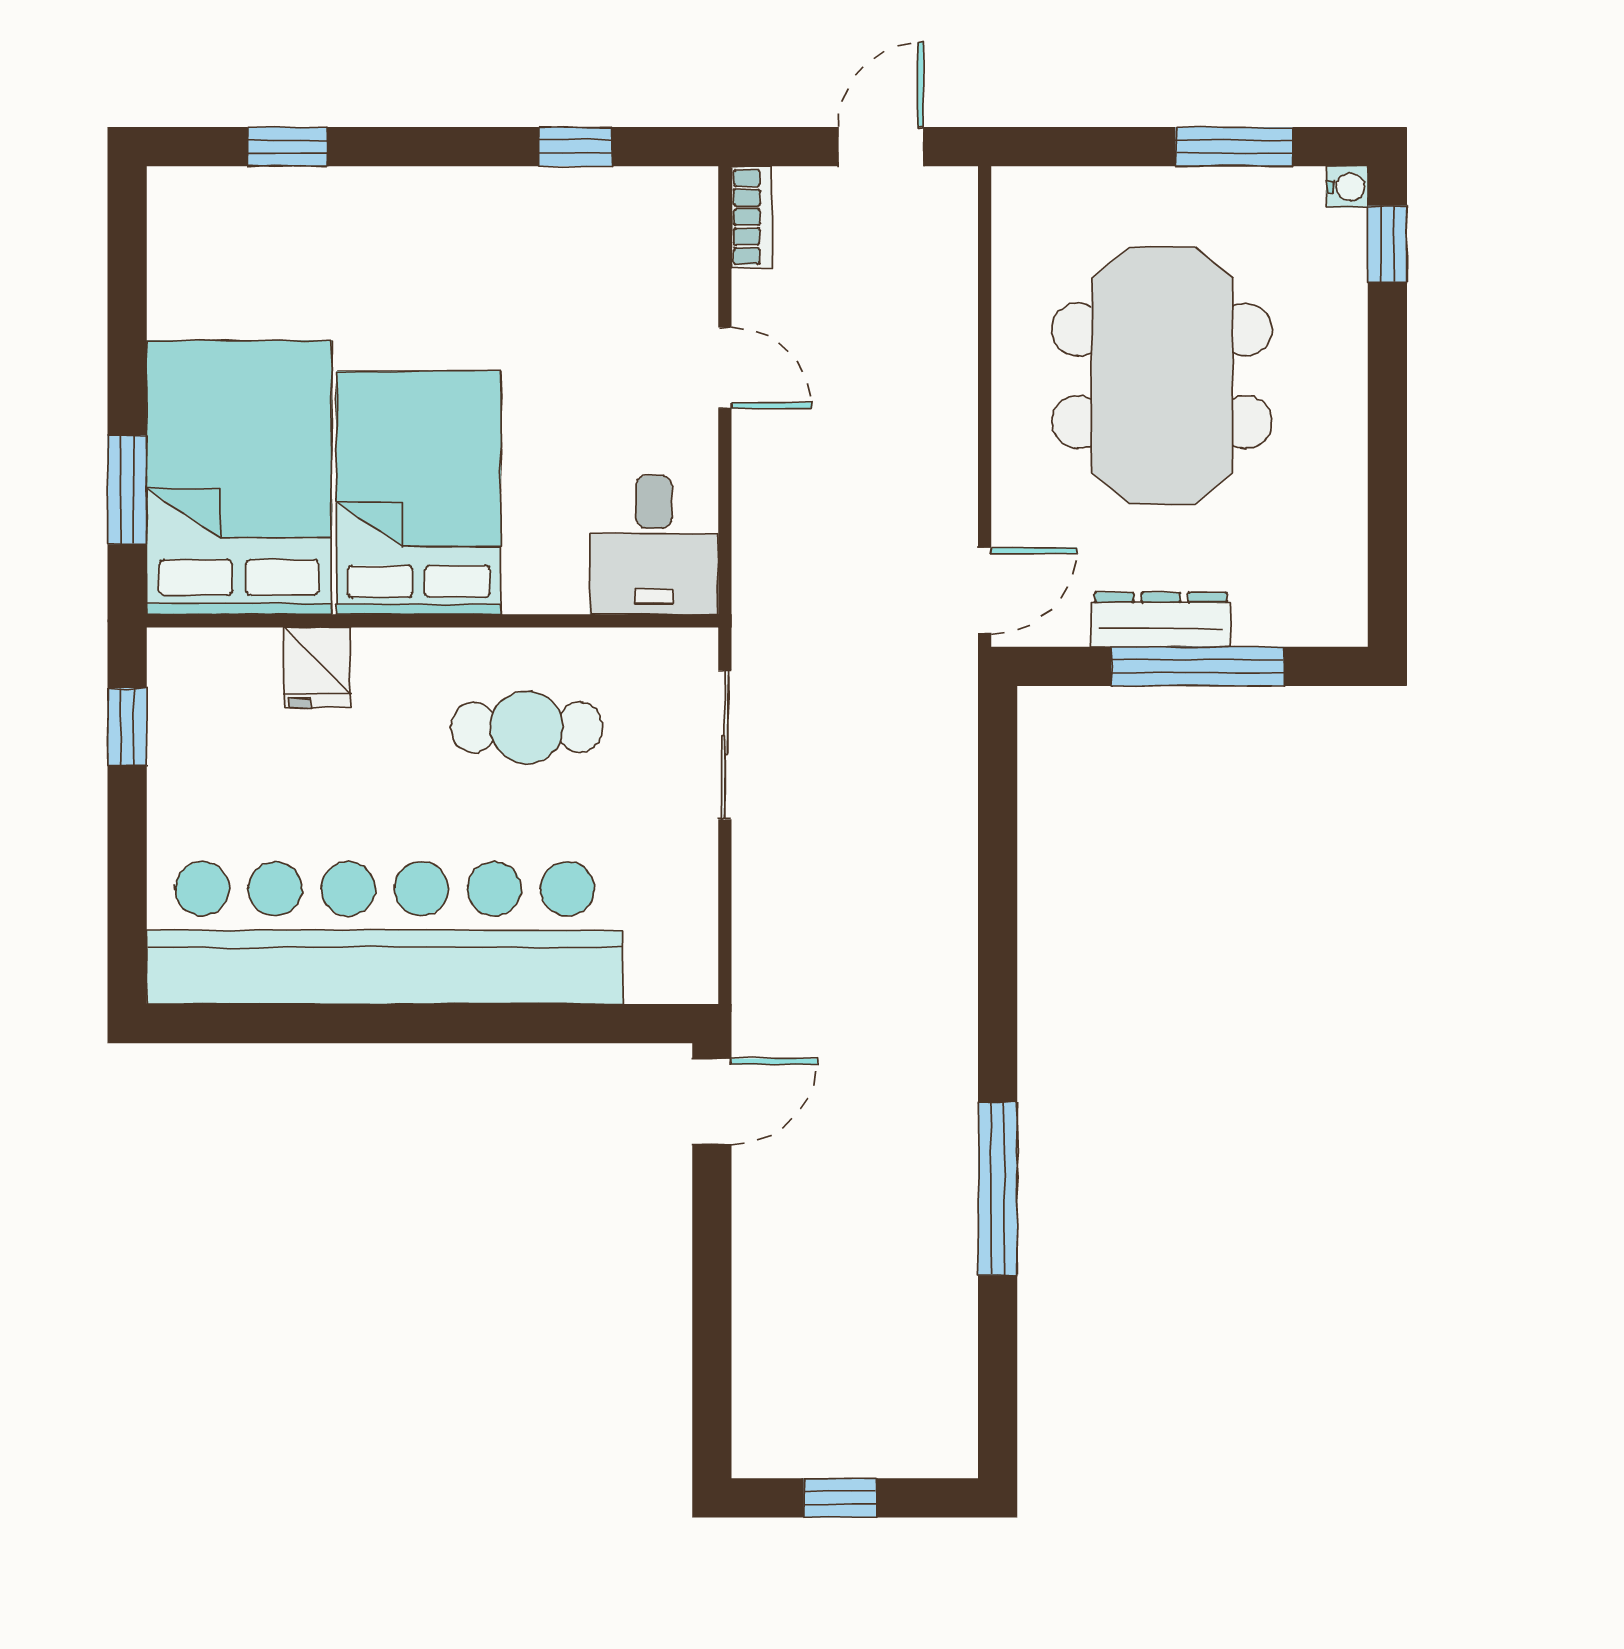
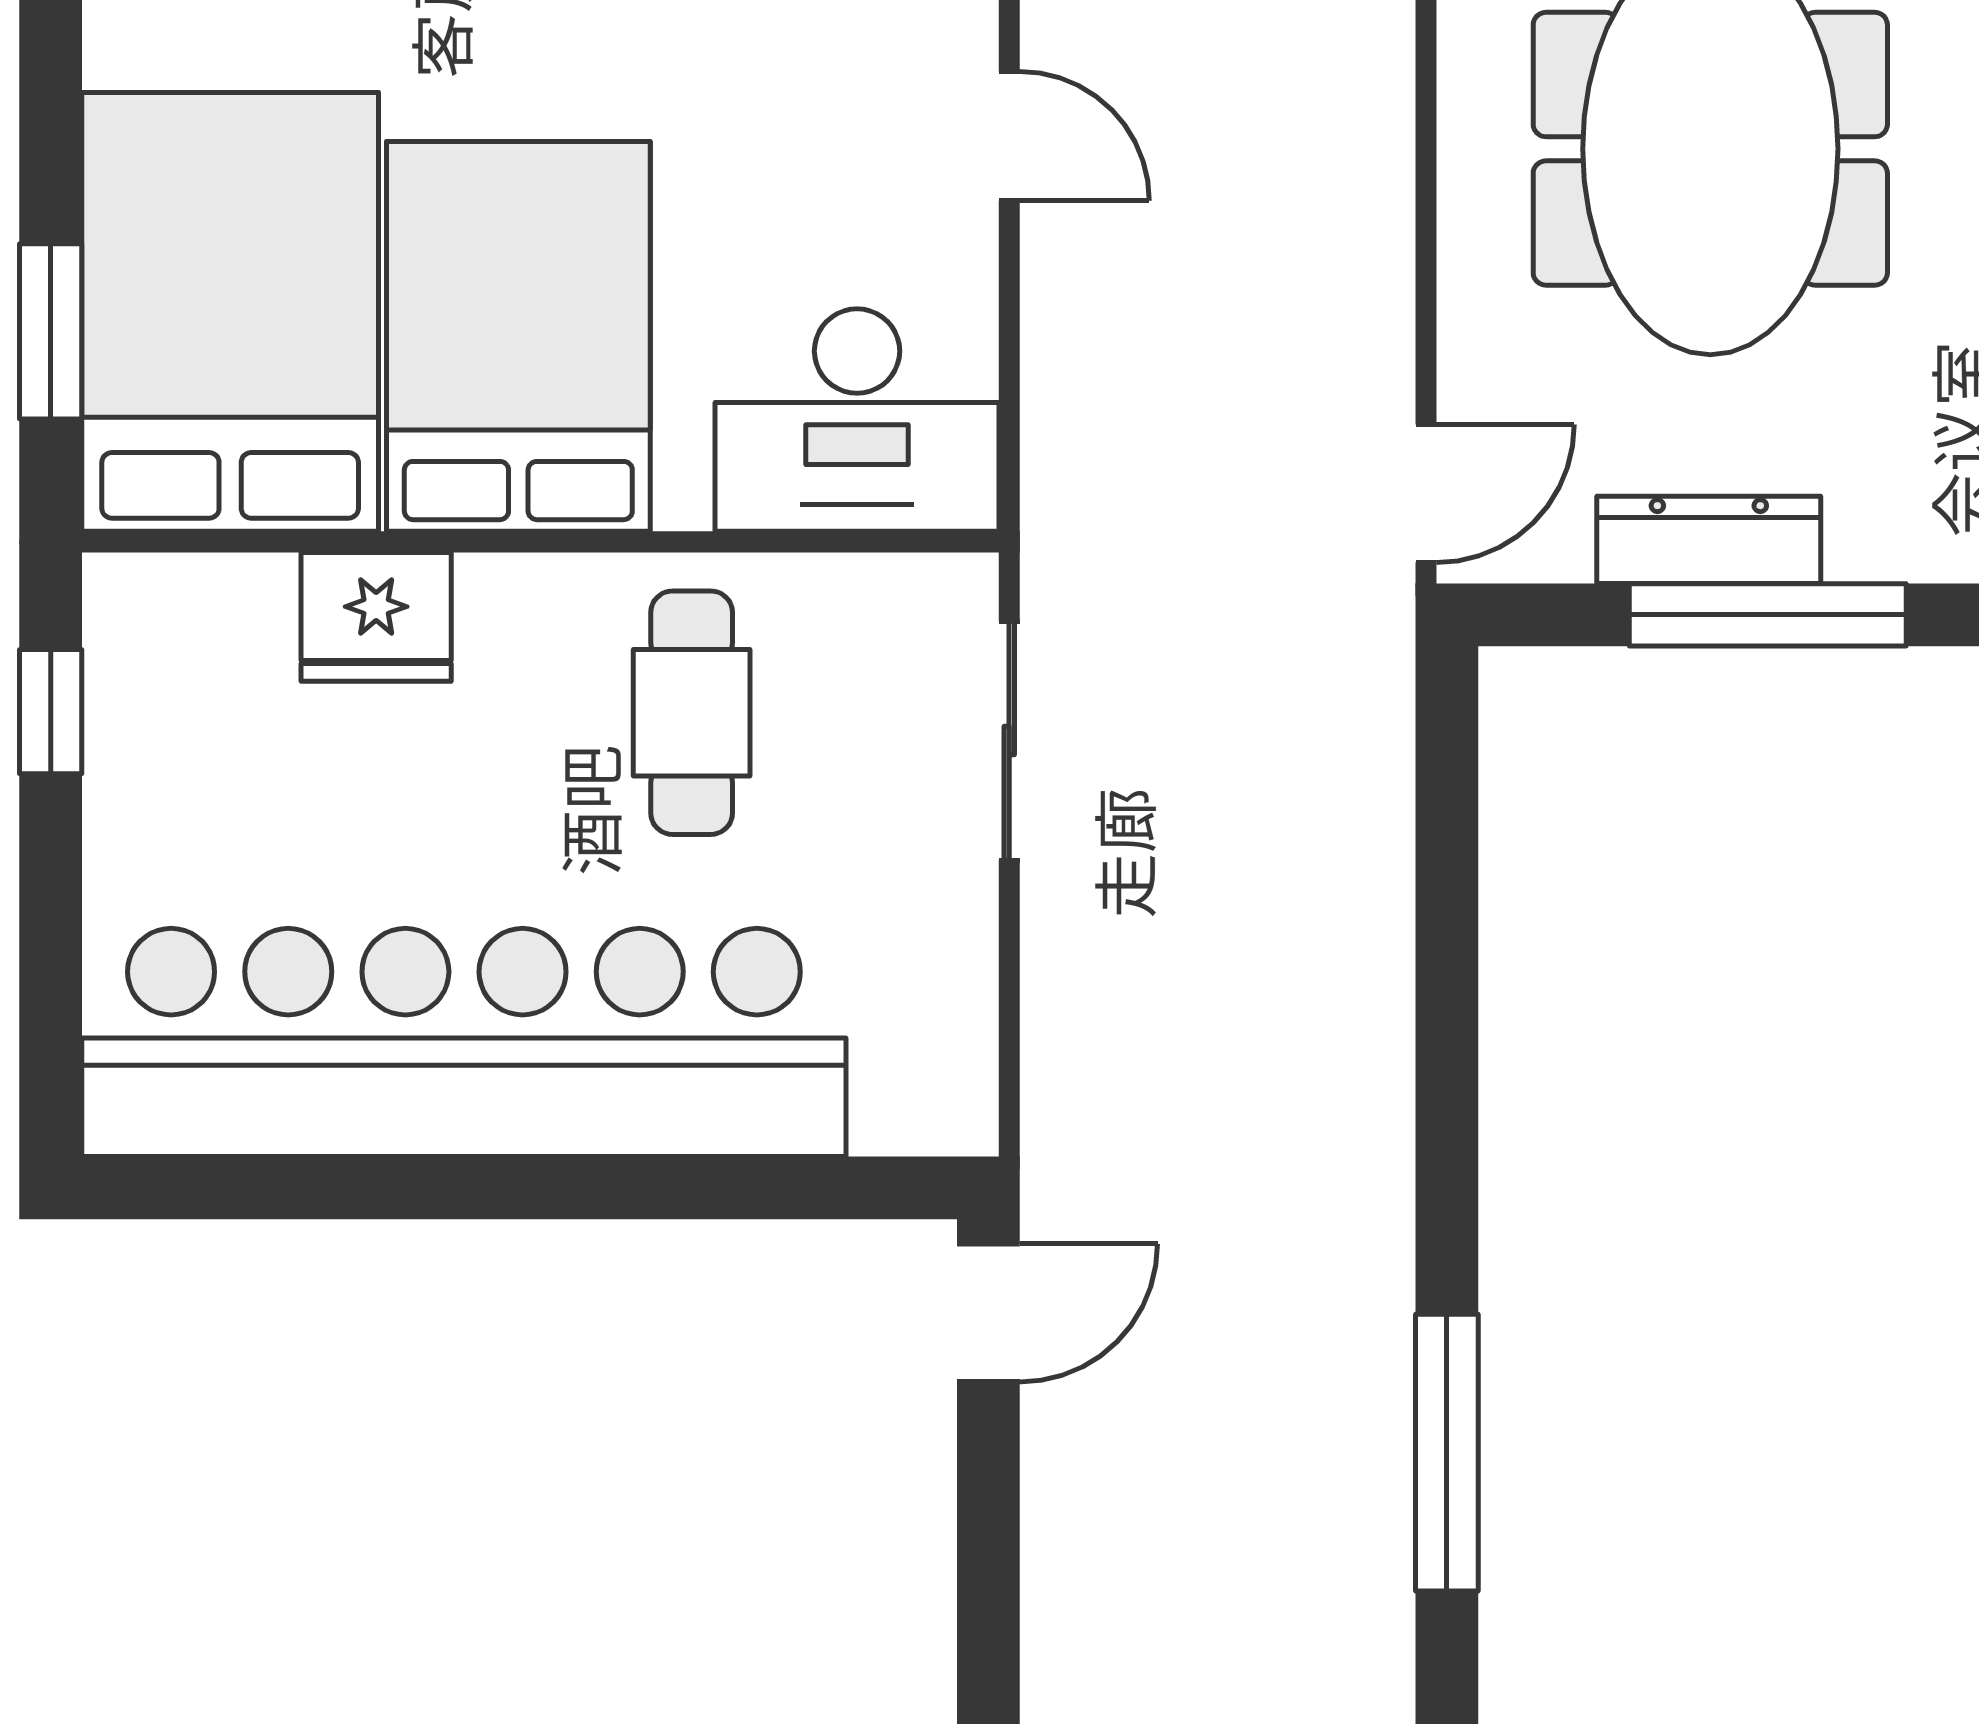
desk: (654, 545) -> (857, 420), width x1.37
fridge: (317, 668) -> (376, 617), width x1.38
cafe table: (527, 727) -> (692, 713), turned 90

